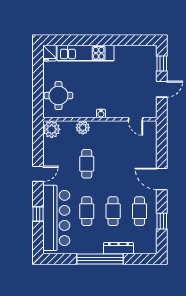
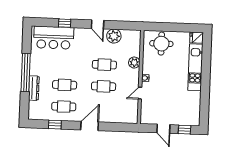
door: (136, 119) -> (140, 93), moved
plant: (52, 129) -> (114, 36), moved
cafe table: (87, 211) -> (104, 86), moved
bar counter: (56, 218) -> (54, 38), width x0.73

